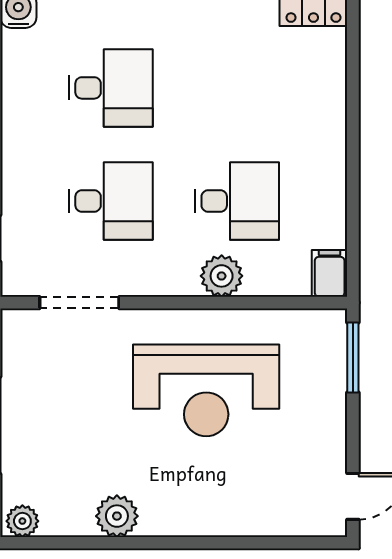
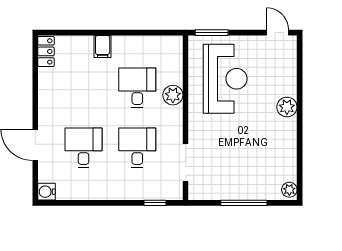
filing cabinet: (330, 273) -> (103, 47), moved, turned -90
reception desk: (206, 390) -> (225, 79), moved
plant: (117, 516) -> (287, 107), moved

